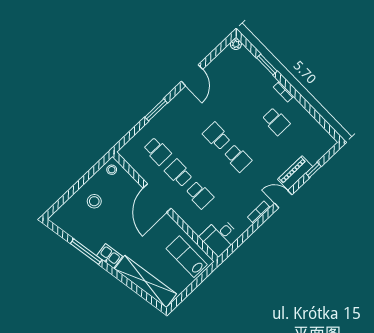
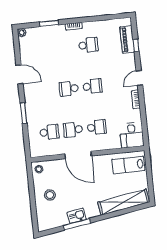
piano: (295, 173) -> (127, 40), moved
kitchen sink: (109, 256) -> (77, 216), moved

